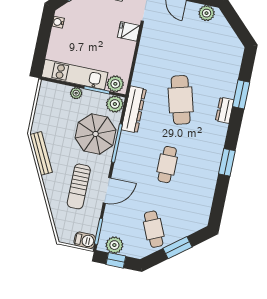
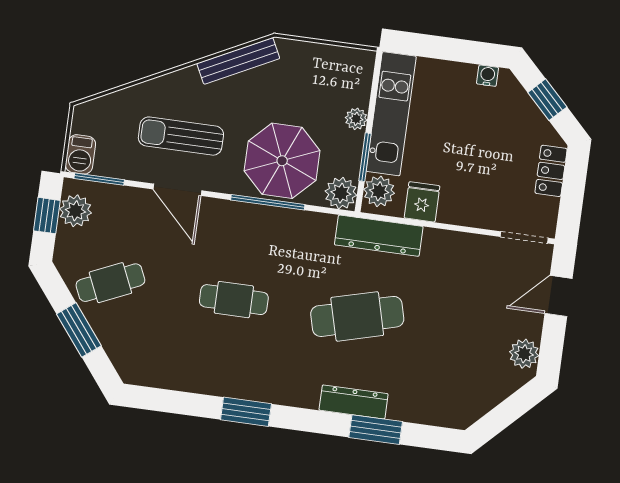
fridge: (129, 31) -> (422, 202), moved
dresser: (134, 109) -> (379, 236), moved
dresser: (225, 110) -> (354, 402), width x1.44

